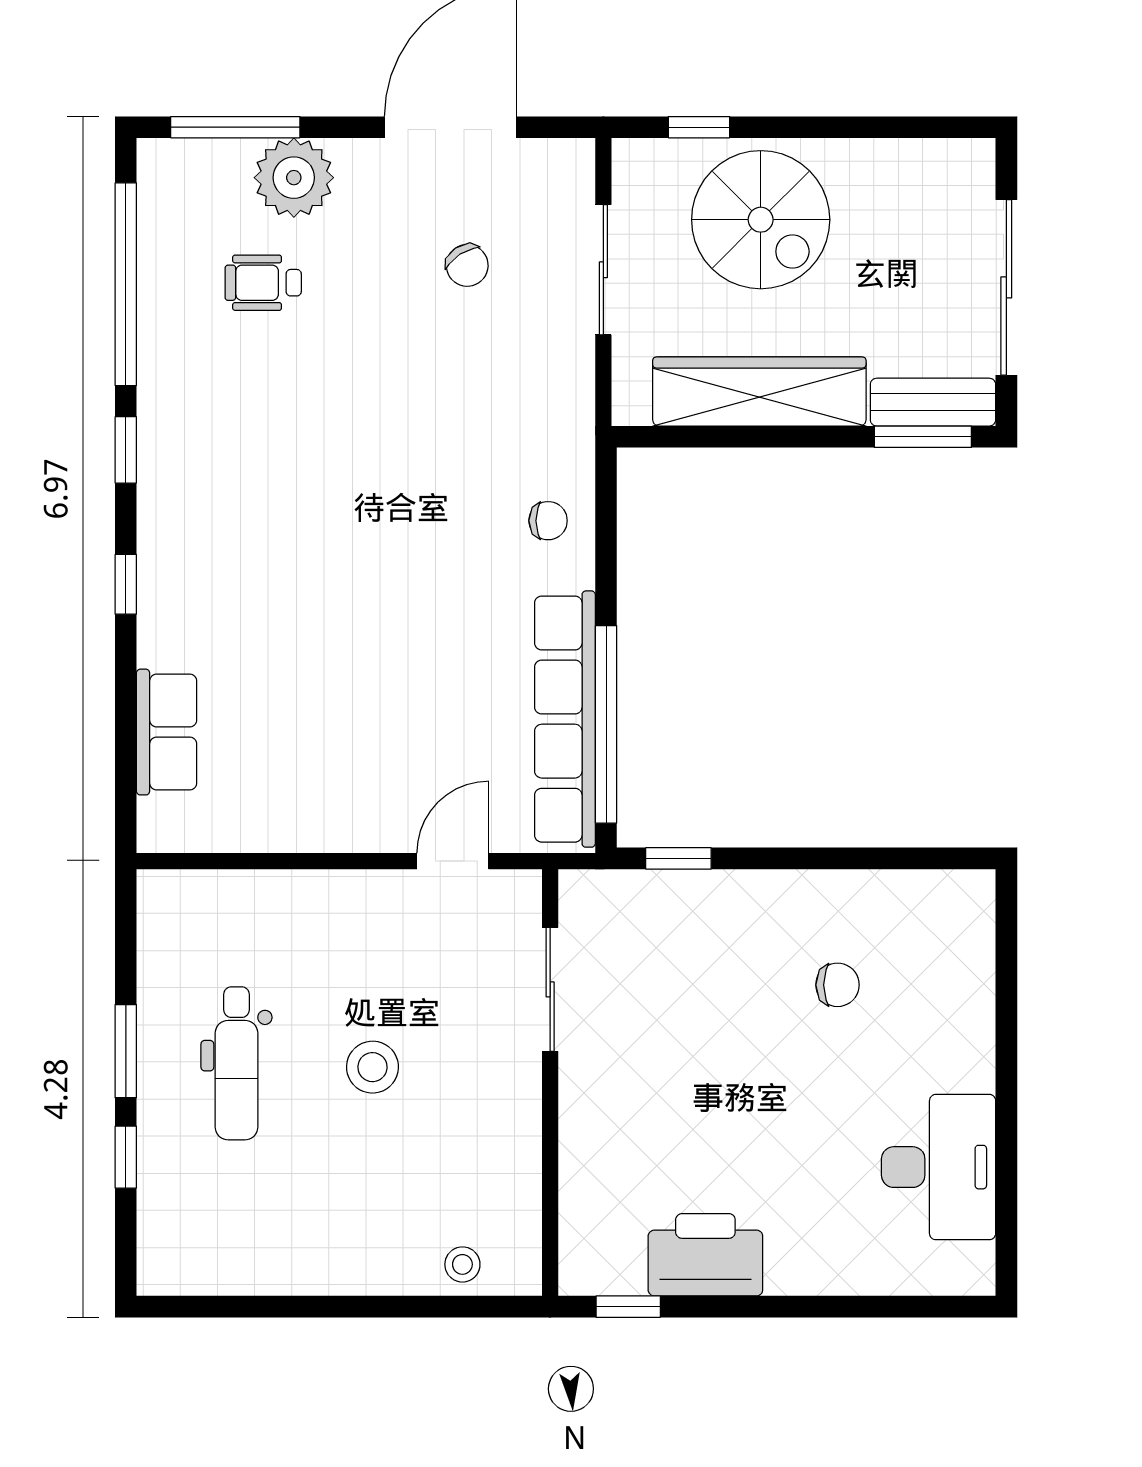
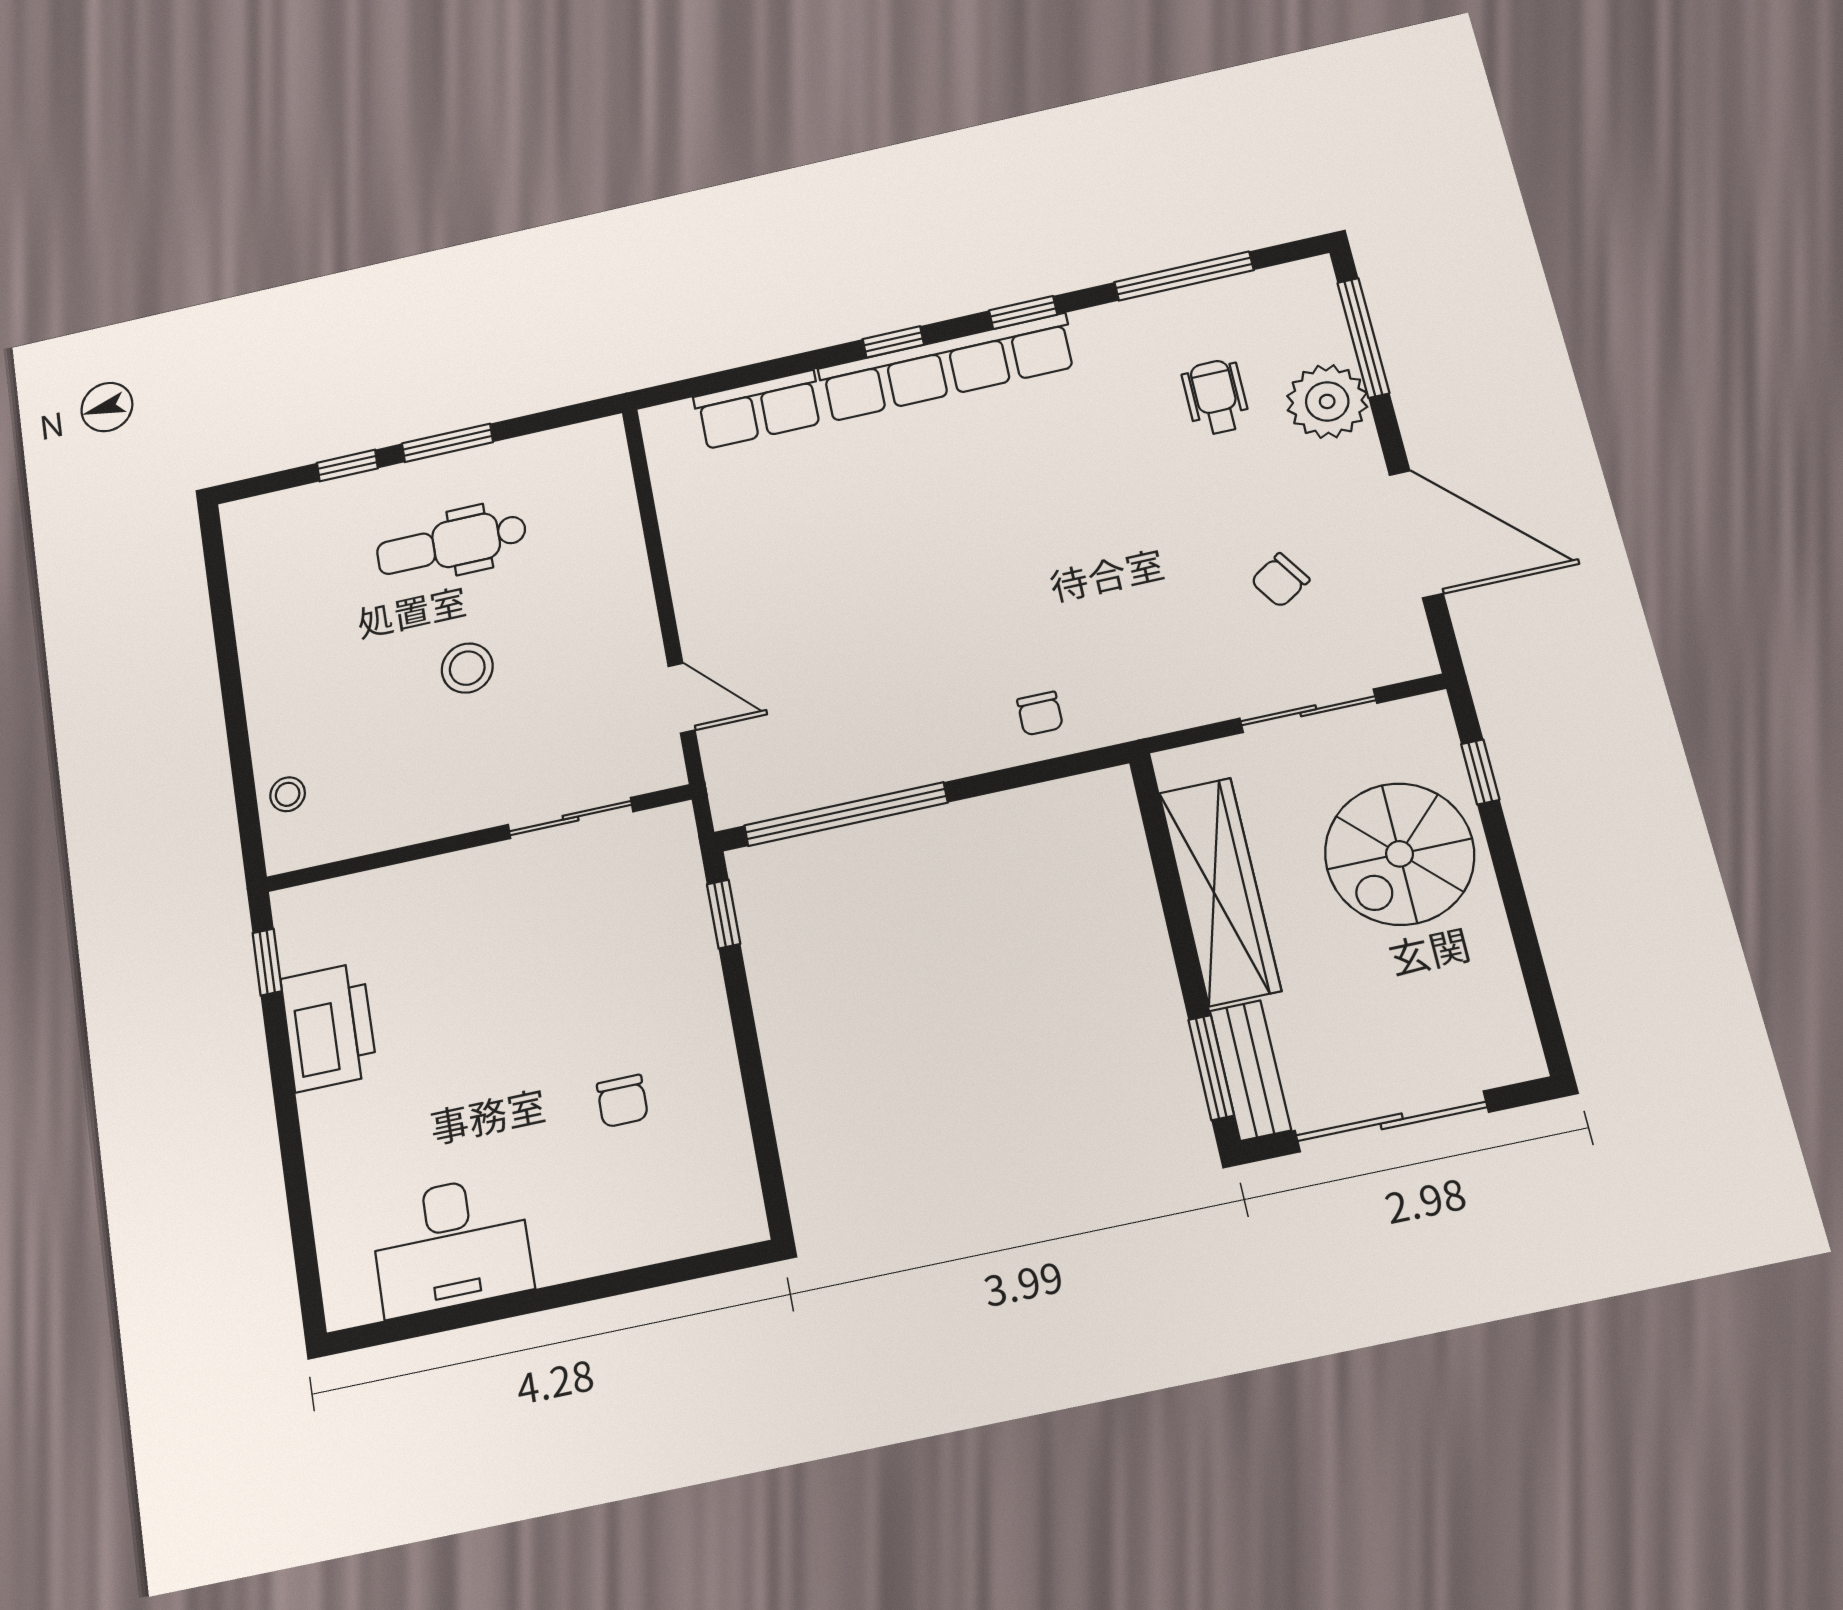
window: (126, 284) -> (1184, 276), width x0.68
row of seats: (565, 719) -> (947, 367), moved, turned 180

